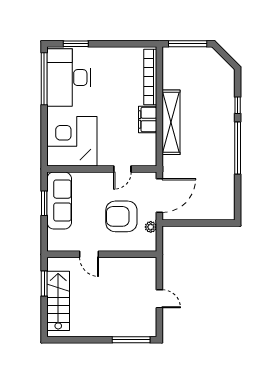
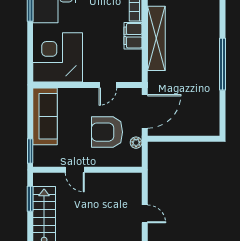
window: (238, 105) -> (223, 22), removed
window: (44, 203) -> (30, 151), moved

